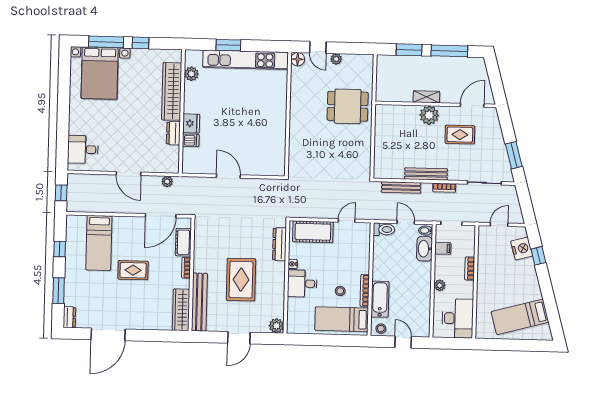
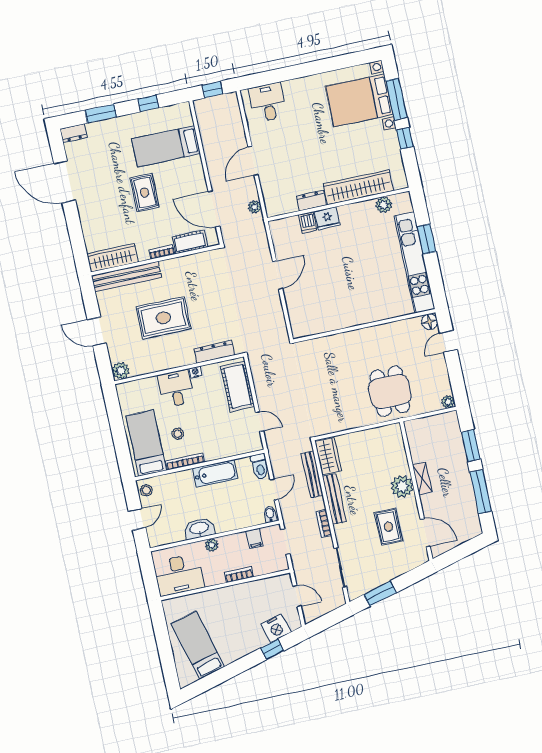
plant: (336, 59) -> (448, 402), moved
wardrobe: (389, 170) -> (328, 456), added
washbasin: (424, 249) -> (199, 529), moved
bathtub: (380, 299) -> (215, 474), moved

